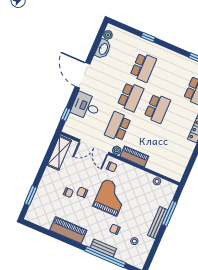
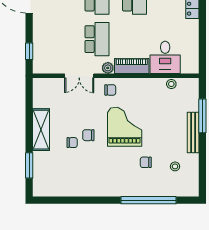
desk: (86, 106) -> (165, 57), moved, turned -90
school desk: (118, 126) -> (97, 39), turned 180
double door: (94, 147) -> (79, 76), width x0.73
shelving: (59, 153) -> (41, 130), moved
piano: (68, 230) -> (91, 187), removed
bench: (103, 248) -> (142, 190), removed

